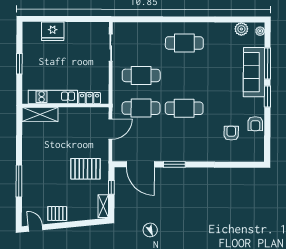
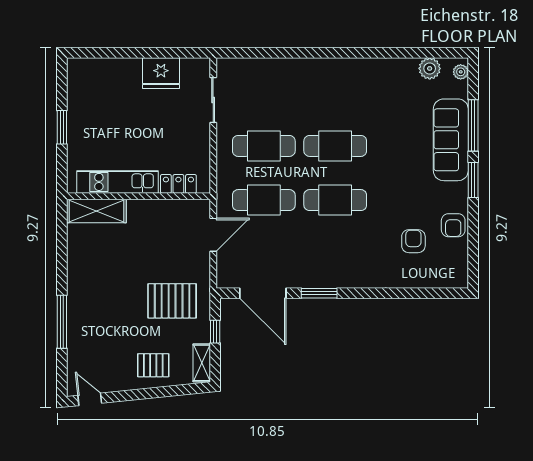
fridge: (53, 31) -> (161, 73), moved
cafe table: (184, 43) -> (335, 146), moved
pallet: (57, 214) -> (153, 365), moved

